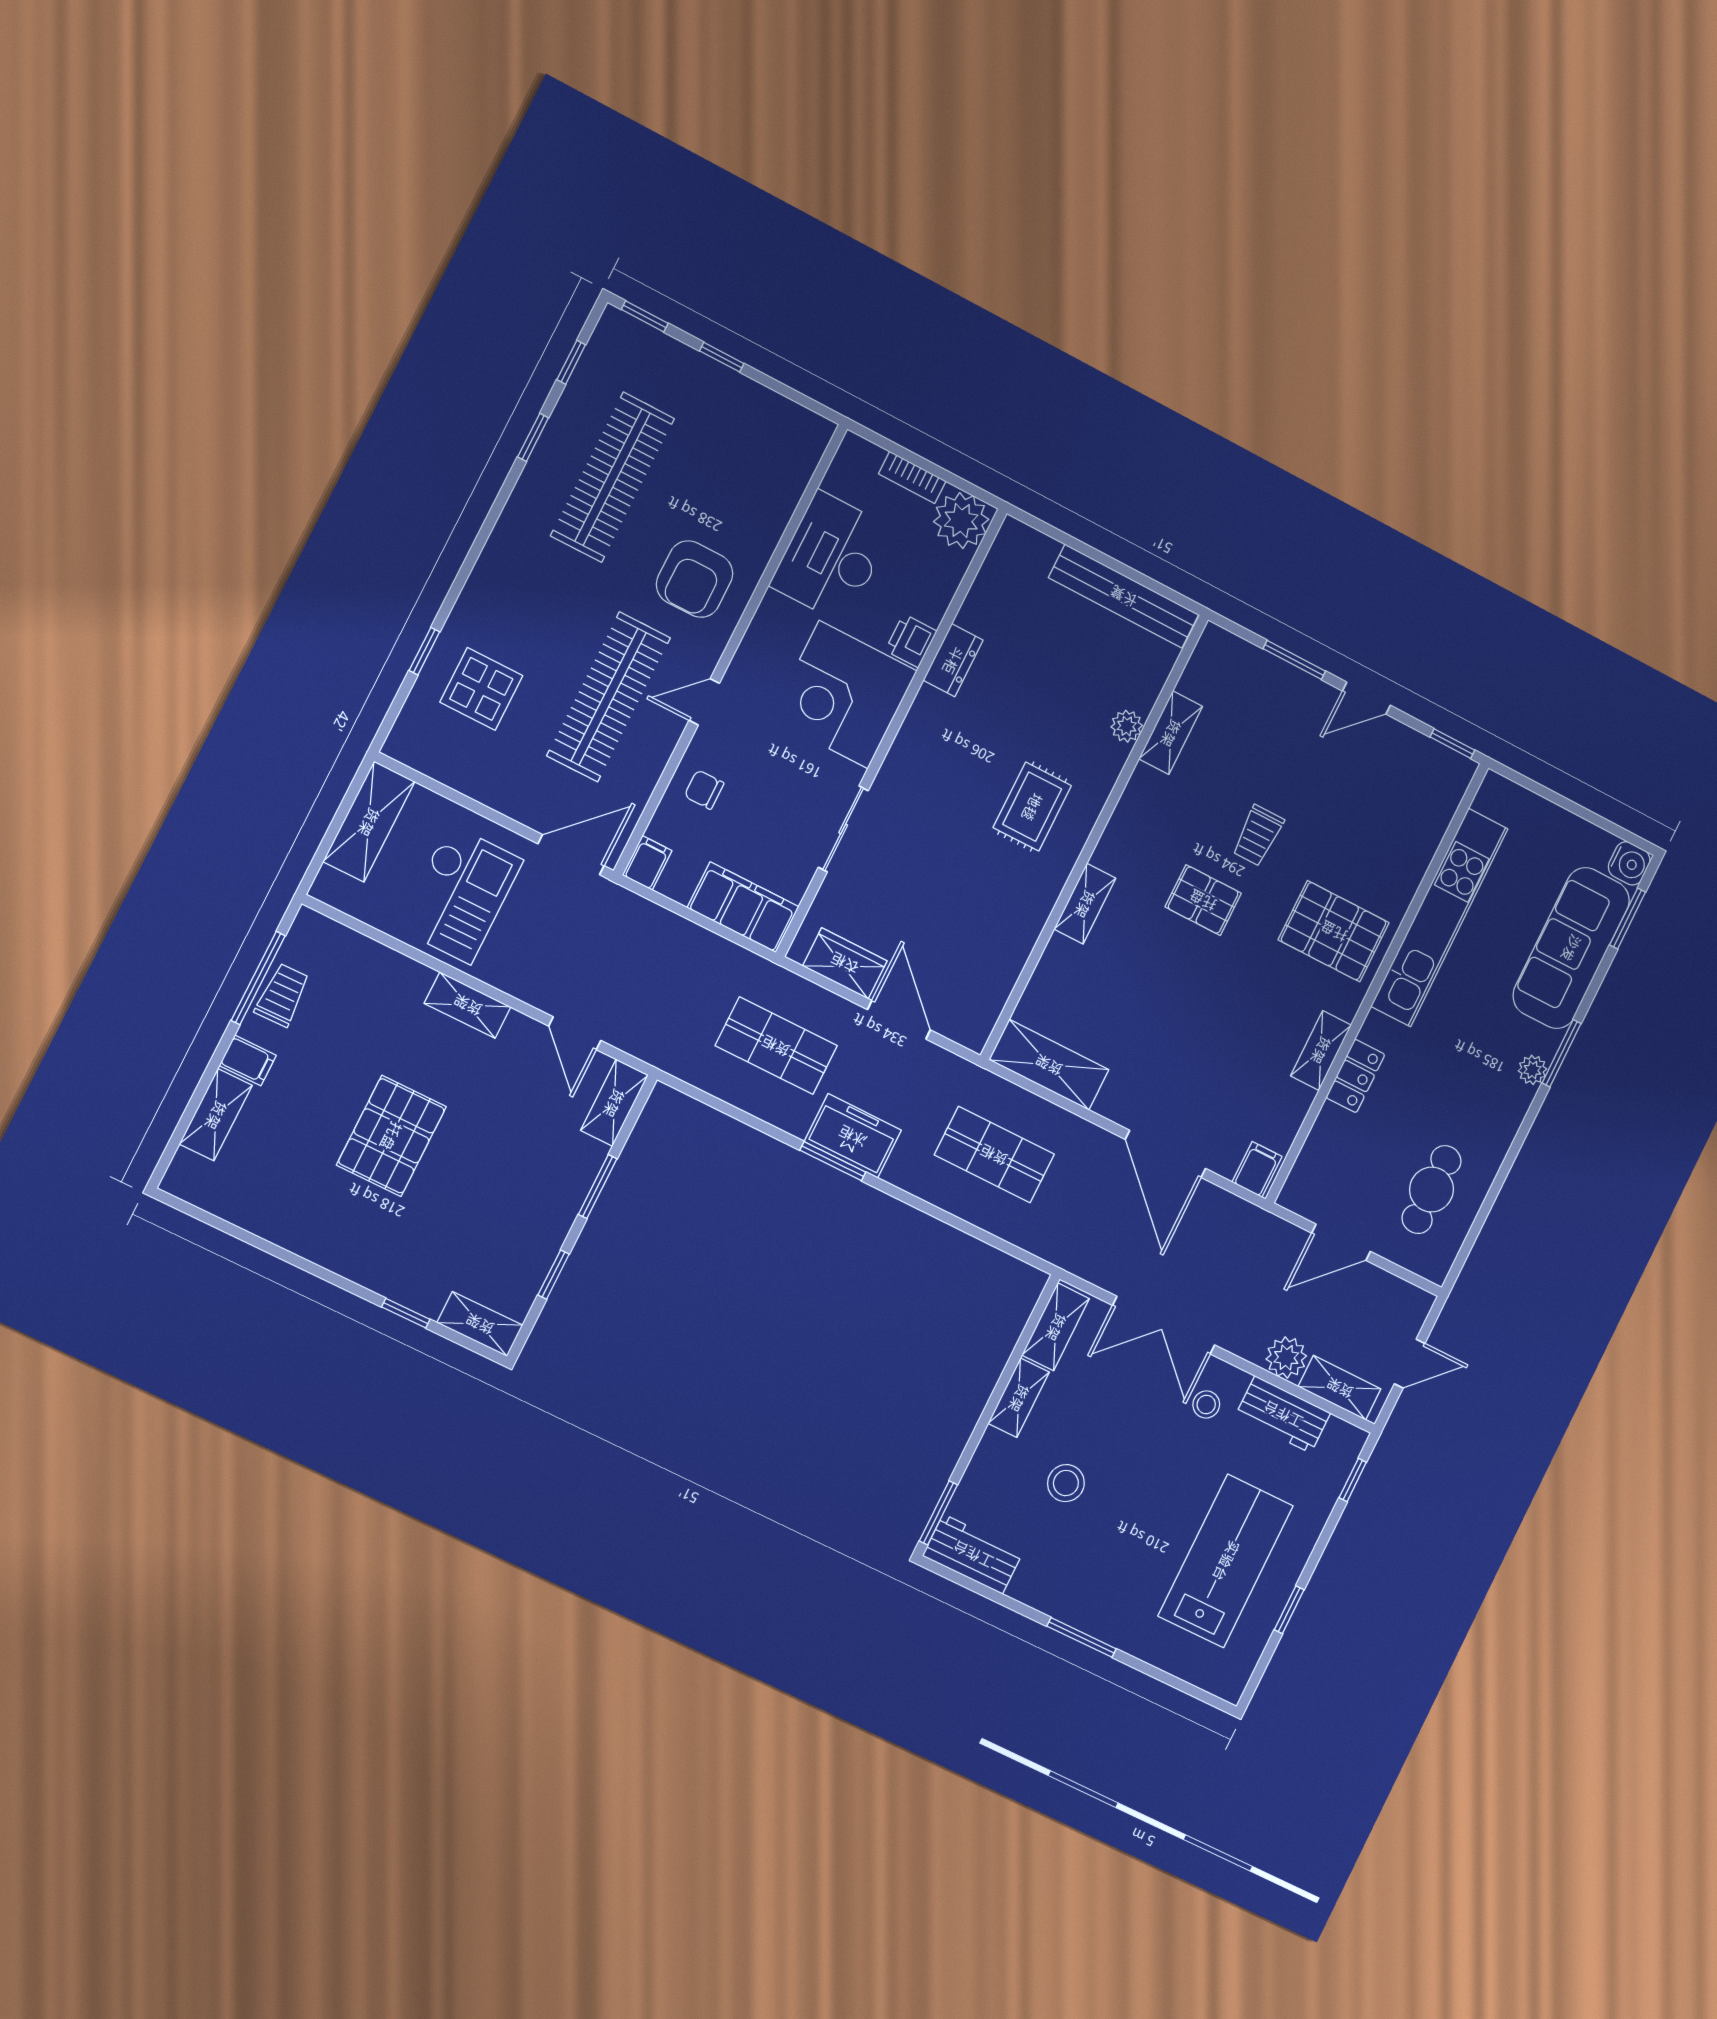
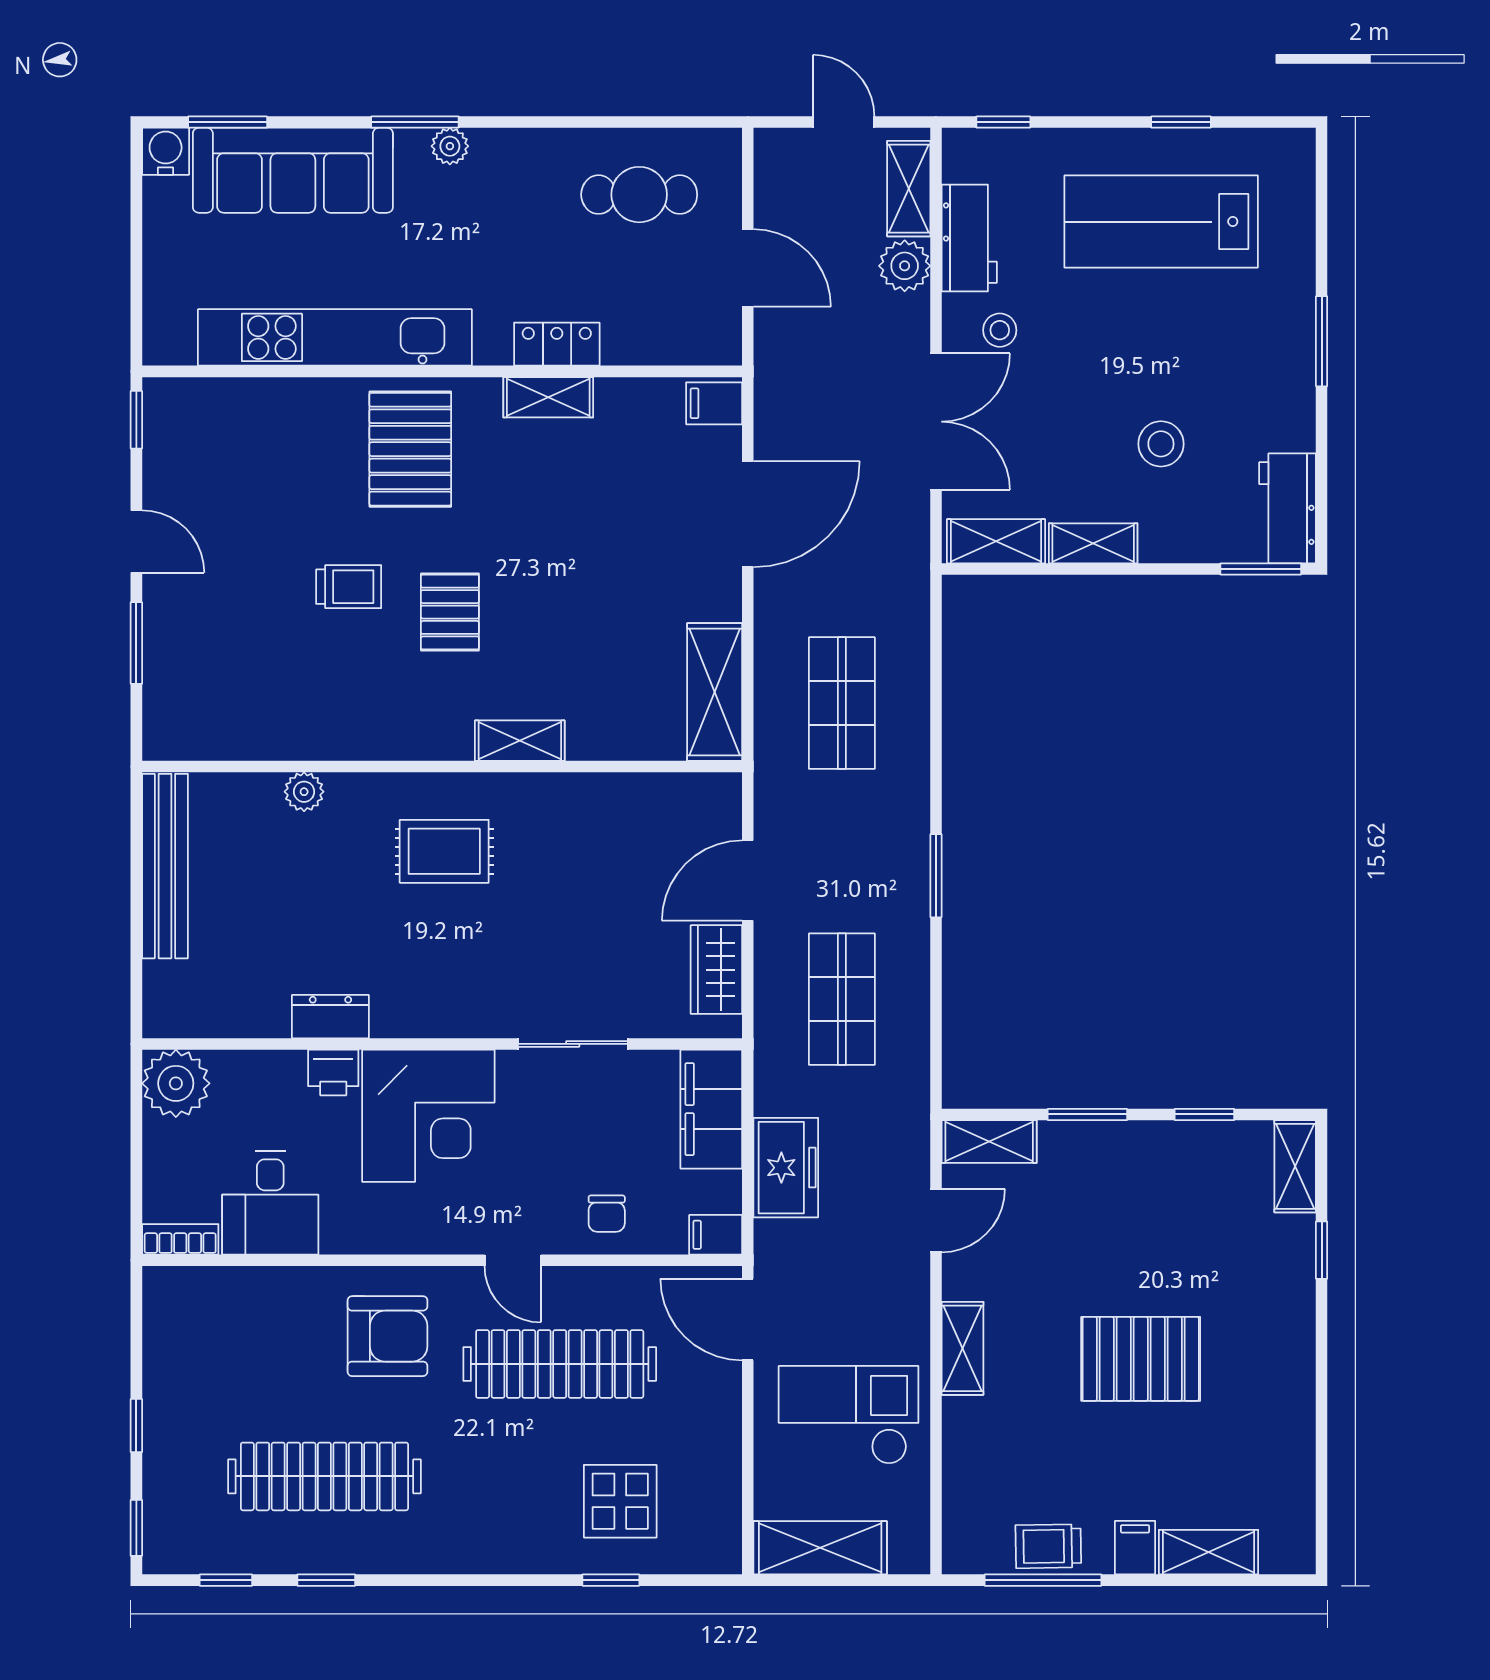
bookcase: (912, 477) -> (180, 1239), moved, turned -90
desk: (831, 557) -> (270, 1203), width x0.73
shelving: (1171, 733) -> (286, 740), removed
freezer: (853, 1136) -> (786, 1168), moved, turned 180

